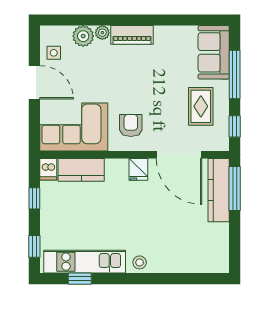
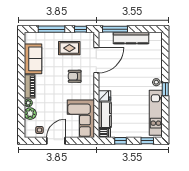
sofa: (214, 52) -> (33, 59), moved, turned -90
armchair: (131, 125) -> (75, 76), moved
fridge: (138, 169) -> (104, 96), moved
kitchen counter: (219, 190) -> (131, 38), moved
window: (80, 279) -> (165, 89), moved

